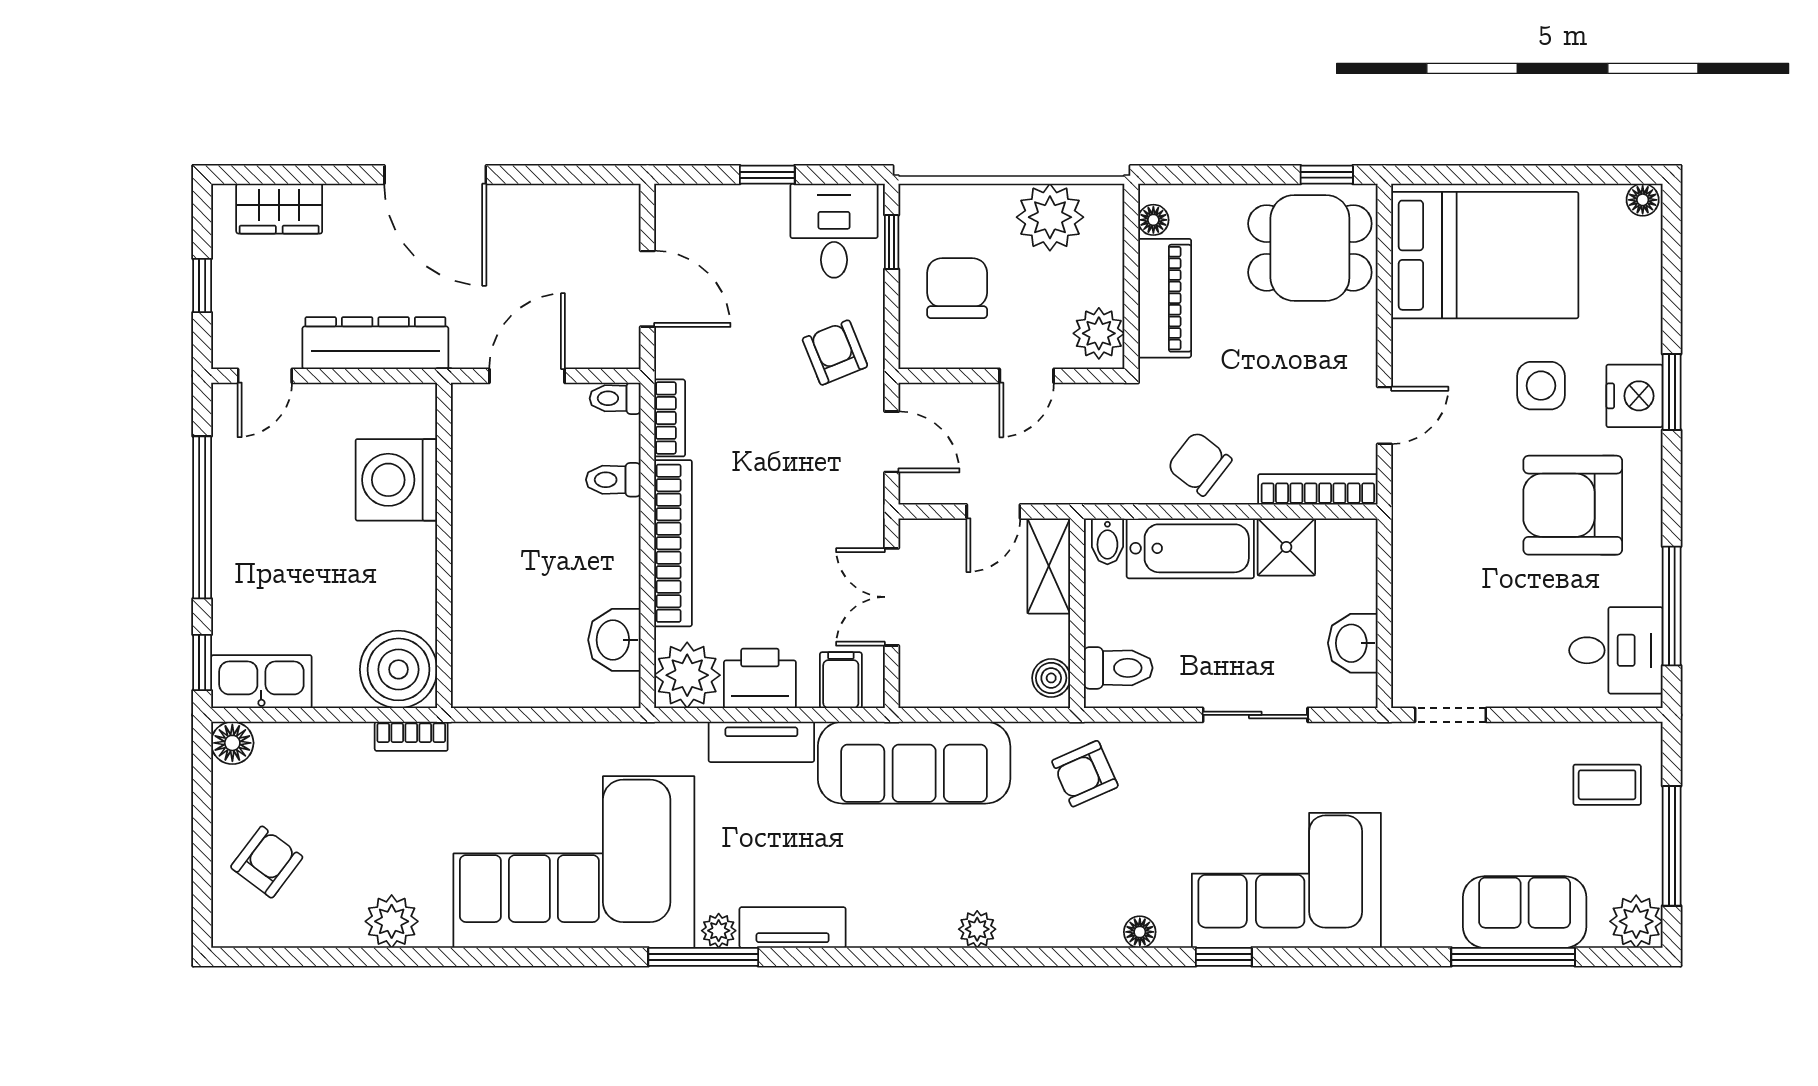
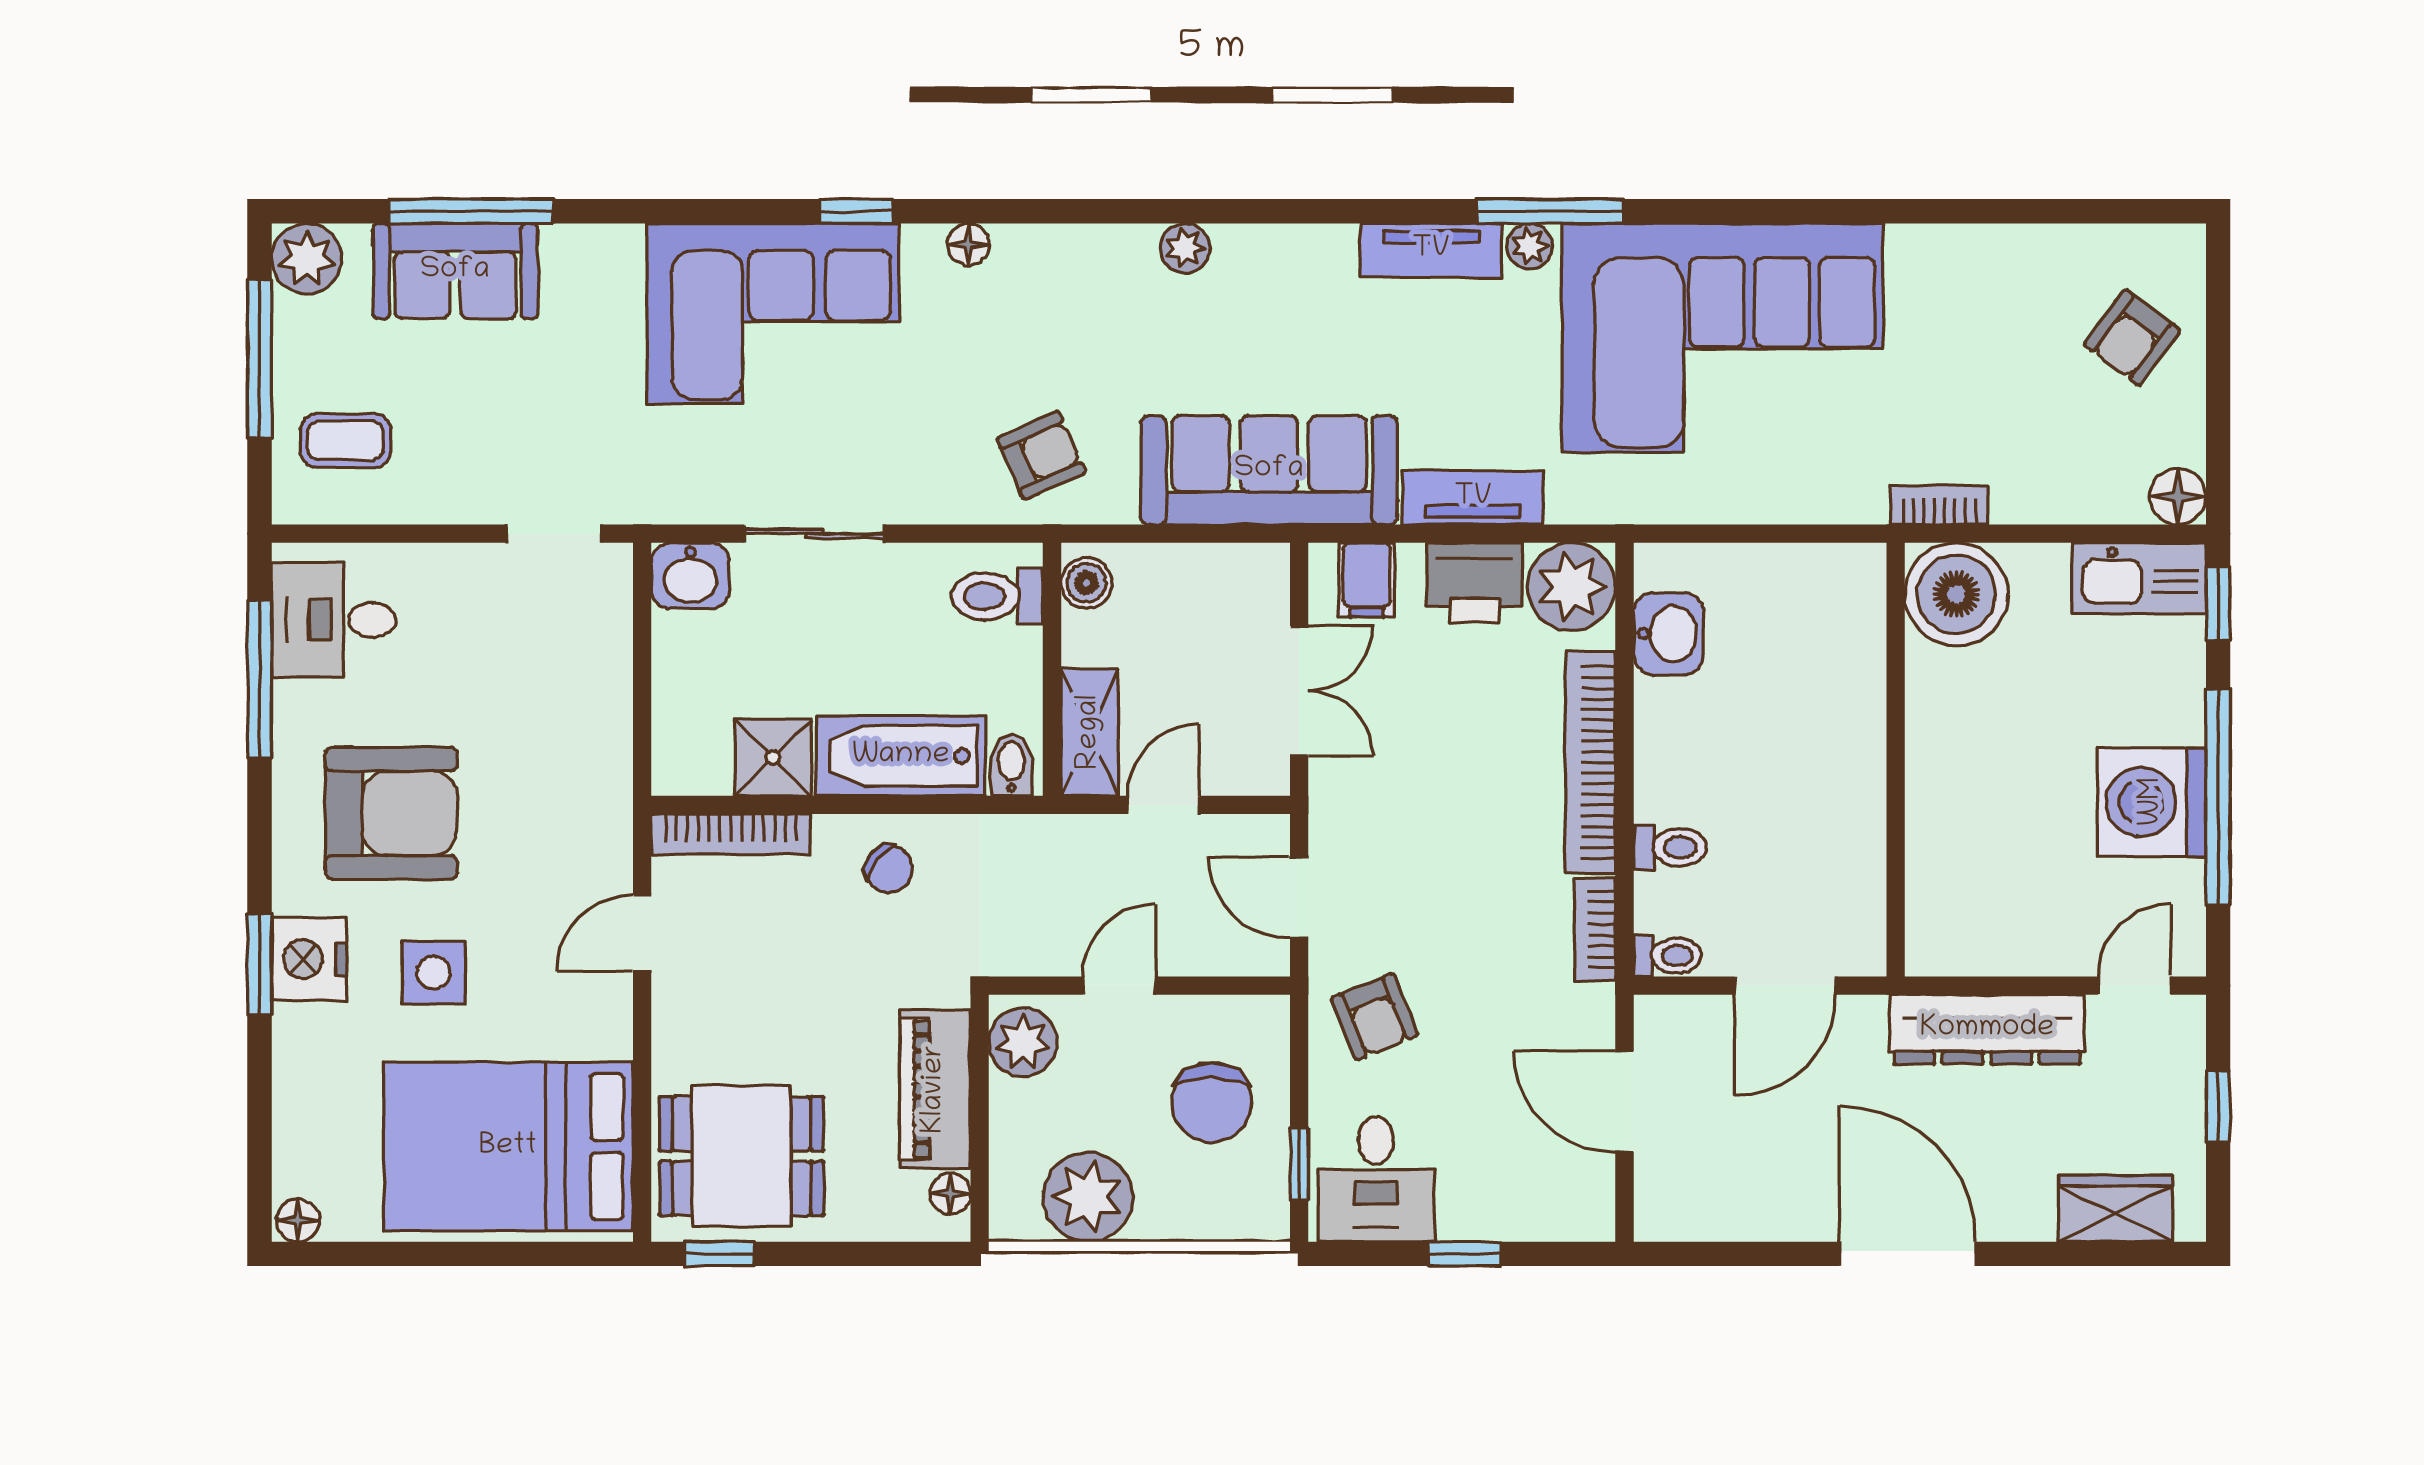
chair: (1199, 463) -> (889, 869), width x0.73, depth x0.73
washing machine: (396, 480) -> (2152, 802), moved, turned 180
washbasin: (1353, 643) -> (690, 576), moved, turned 90
plant: (392, 921) -> (1965, 259), removed

